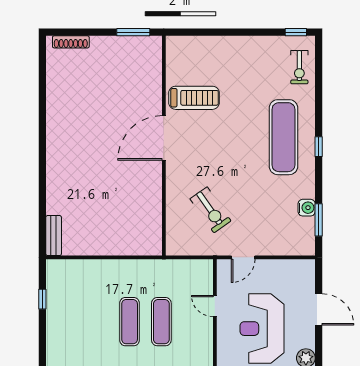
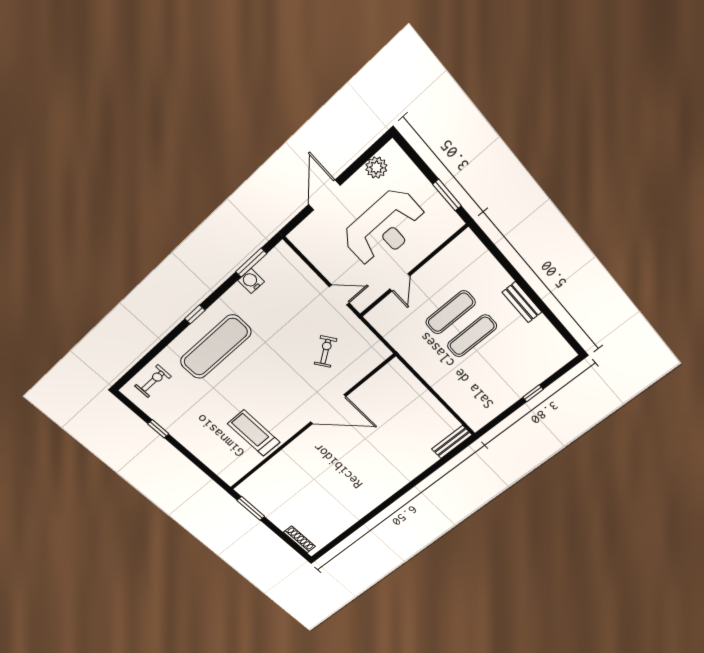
window: (296, 32) -> (158, 429), moved
door: (164, 138) -> (328, 409), moved
exercise bike: (210, 210) -> (326, 351), width x0.73, depth x0.72
window: (42, 299) -> (533, 393), moved

